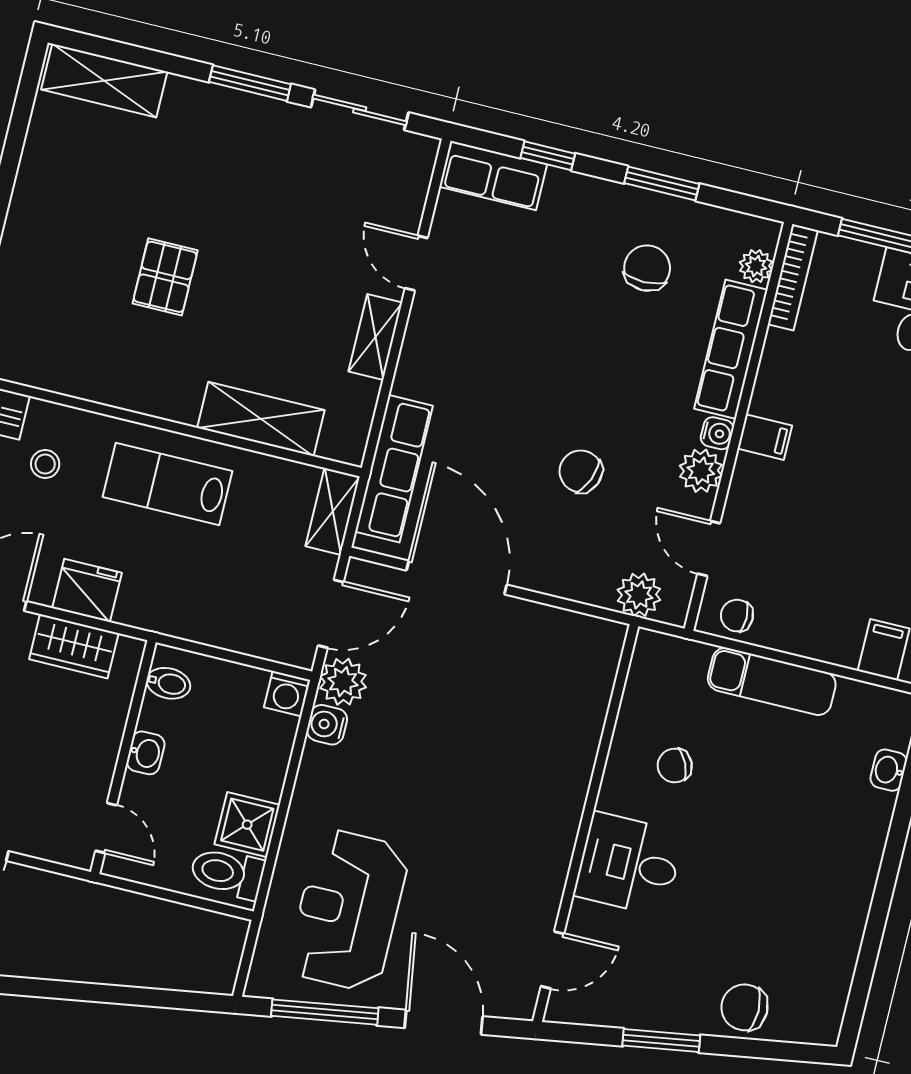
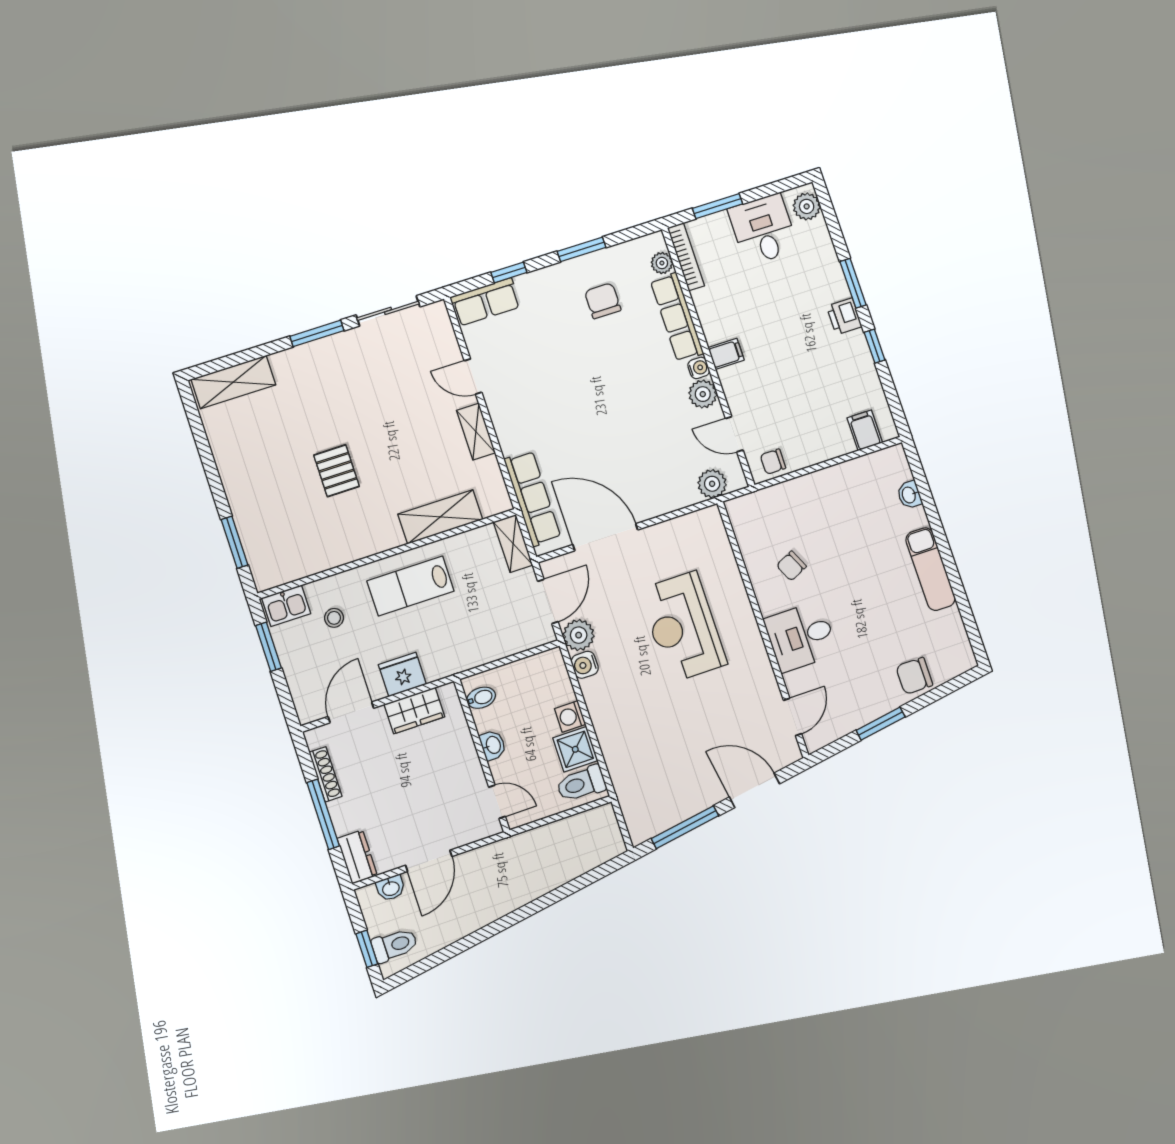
chair: (581, 471) -> (637, 435), removed
exam couch: (772, 681) -> (930, 569), moved, turned 90
washing machine: (287, 693) -> (570, 716), moved, turned 90
reception desk: (348, 910) -> (683, 627), moved

